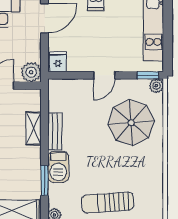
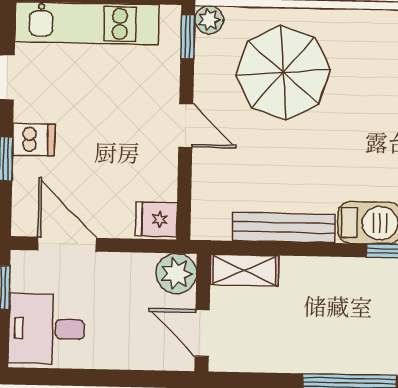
shelving: (34, 129) -> (244, 270), moved
bench: (55, 131) -> (284, 228), width x1.36

